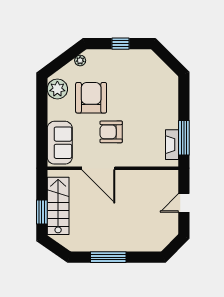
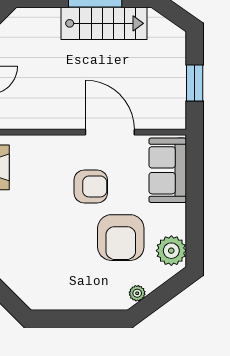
window: (120, 44) -> (77, 319), removed
stairs: (58, 206) -> (104, 23), moved, turned -90
window: (42, 212) -> (195, 83), moved

